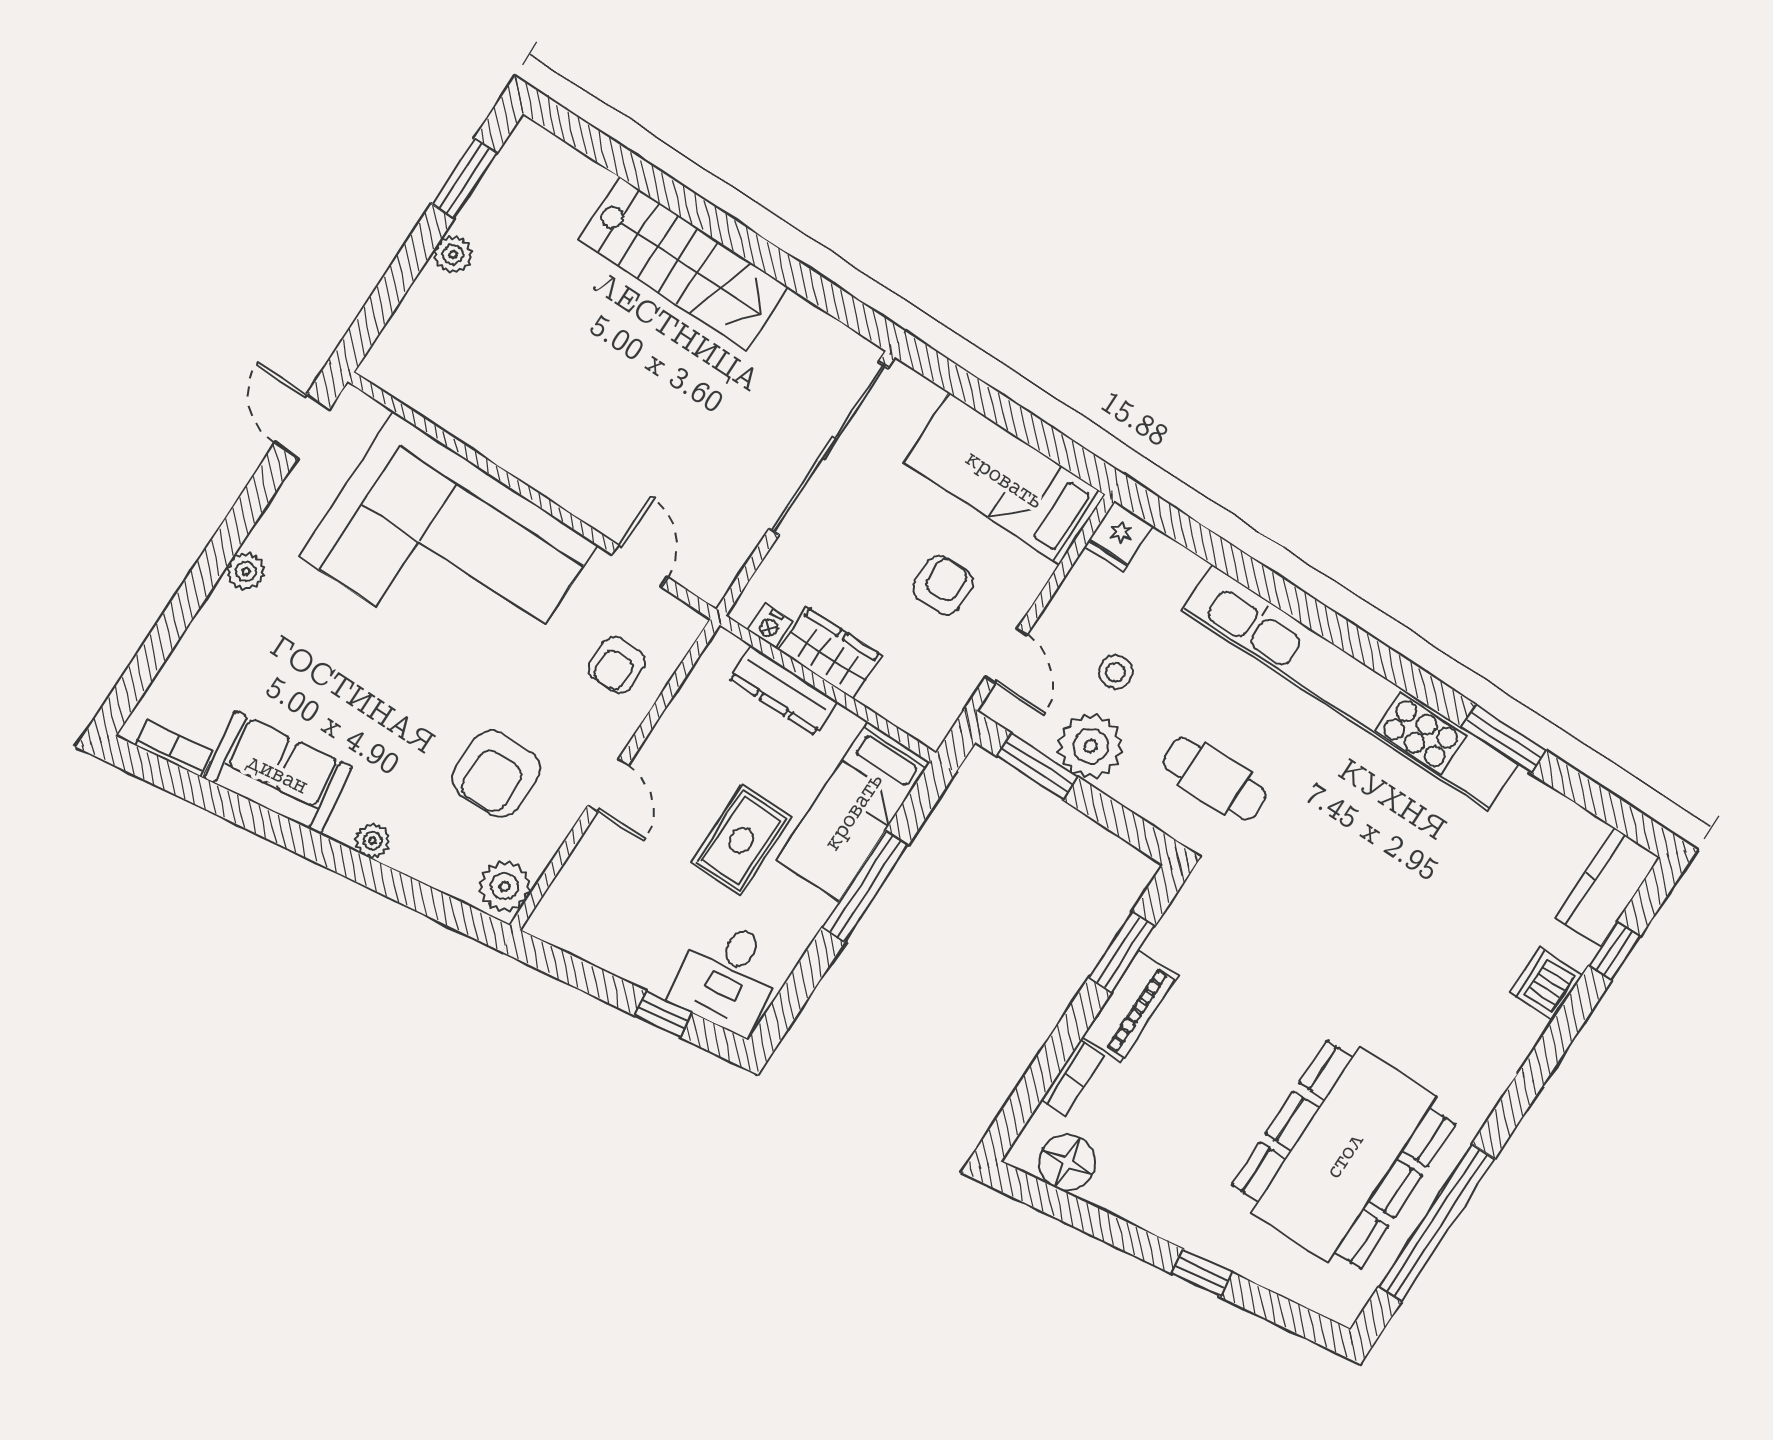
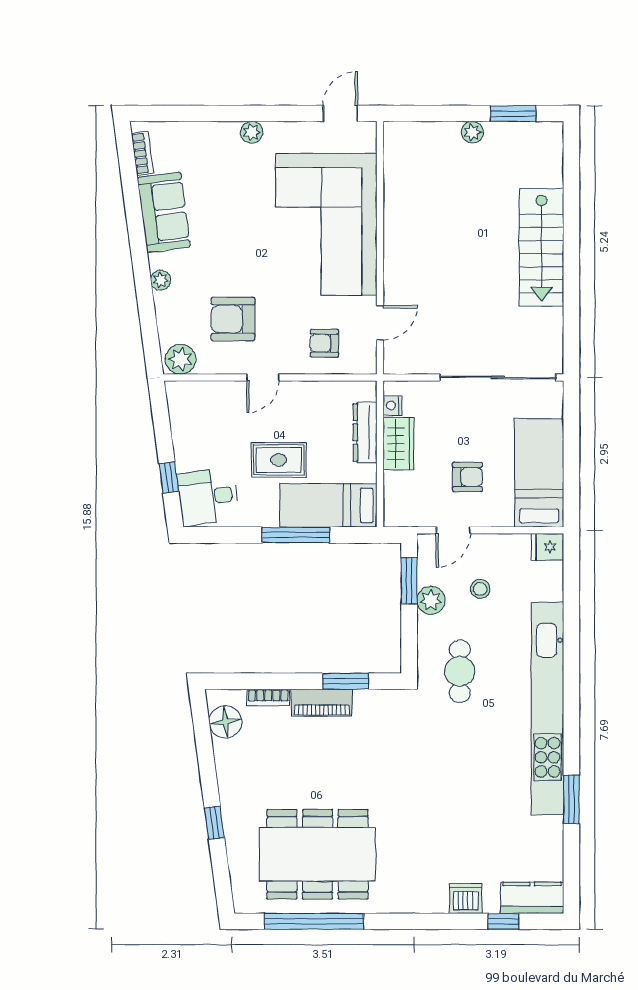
plant: (1091, 746) -> (431, 600), width x0.73, depth x0.73

